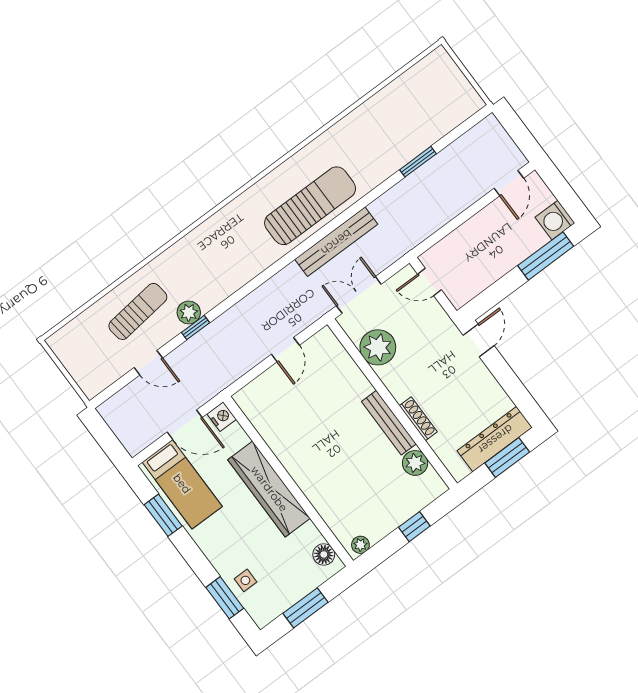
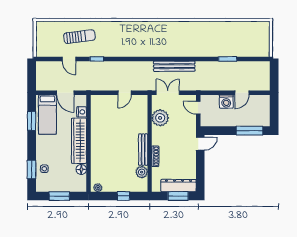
door: (509, 183) -> (242, 93), moved
sun lounger: (310, 206) -> (174, 45), removed
washing machine: (555, 220) -> (226, 102), moved, turned -90
plant: (189, 313) -> (98, 51), removed
nightstand: (222, 417) -> (82, 112), moved
floor lamp: (324, 554) -> (81, 169), moved

